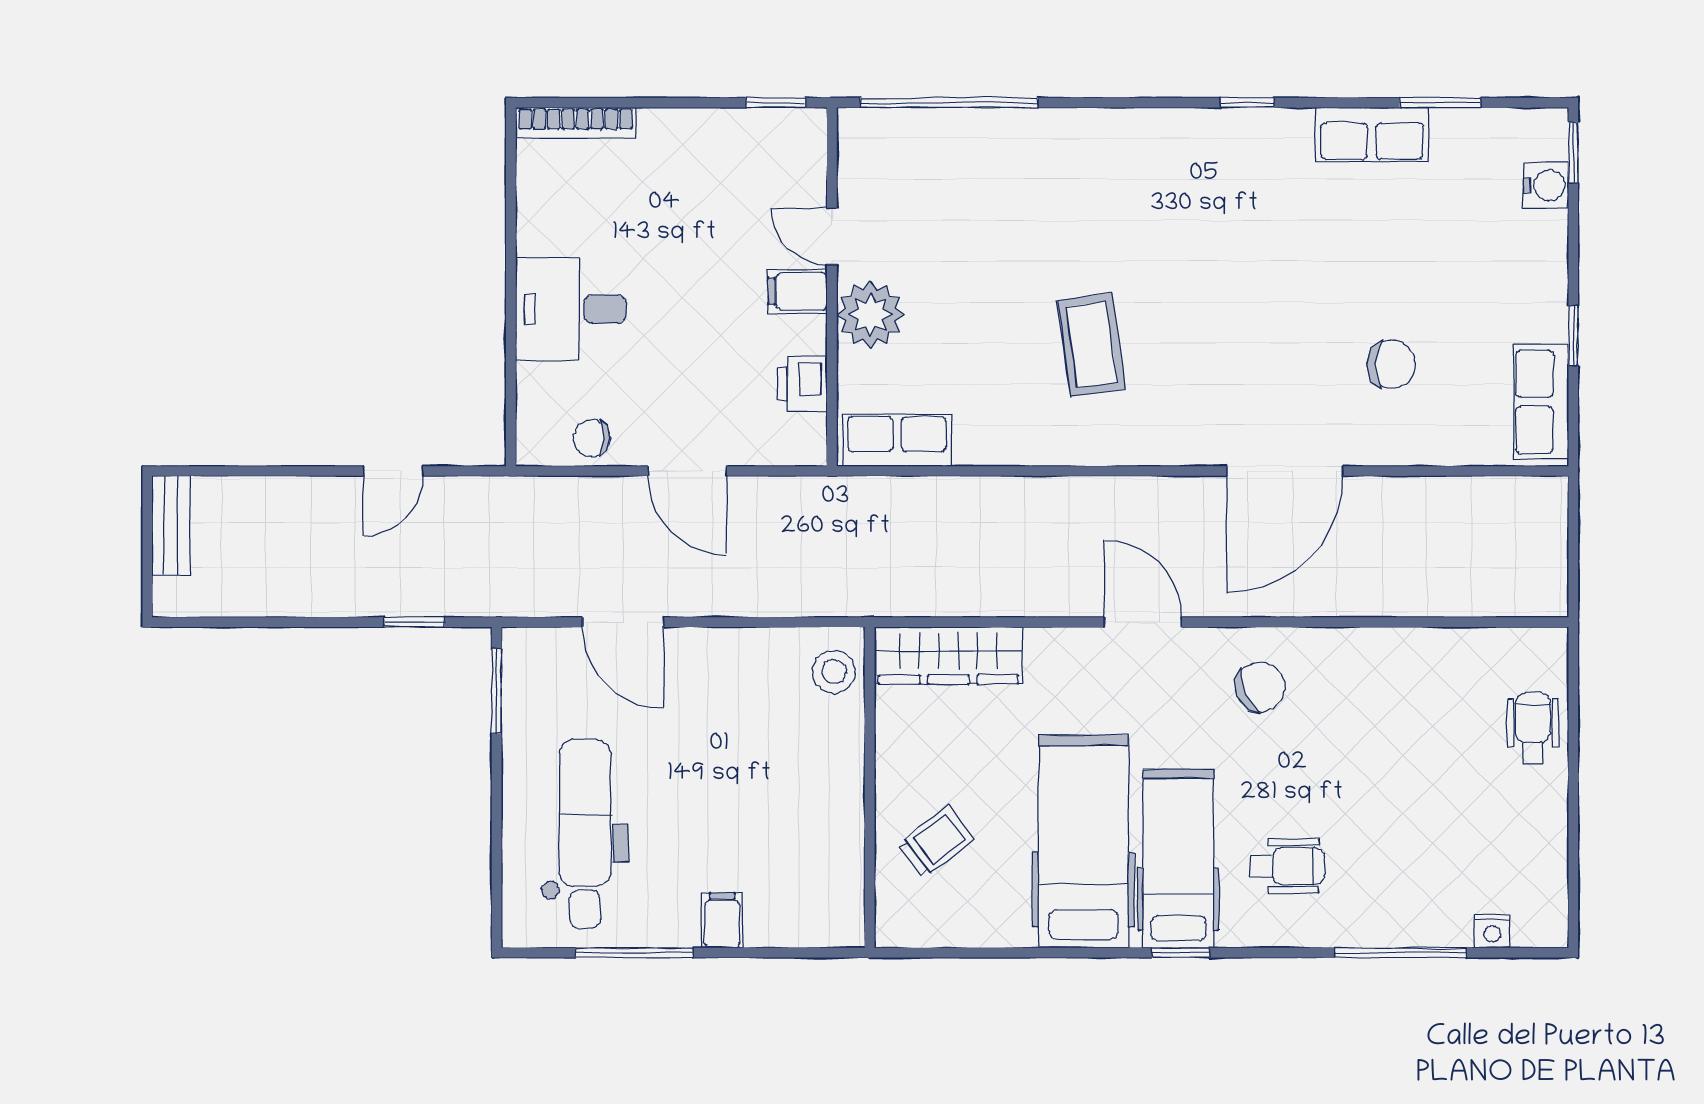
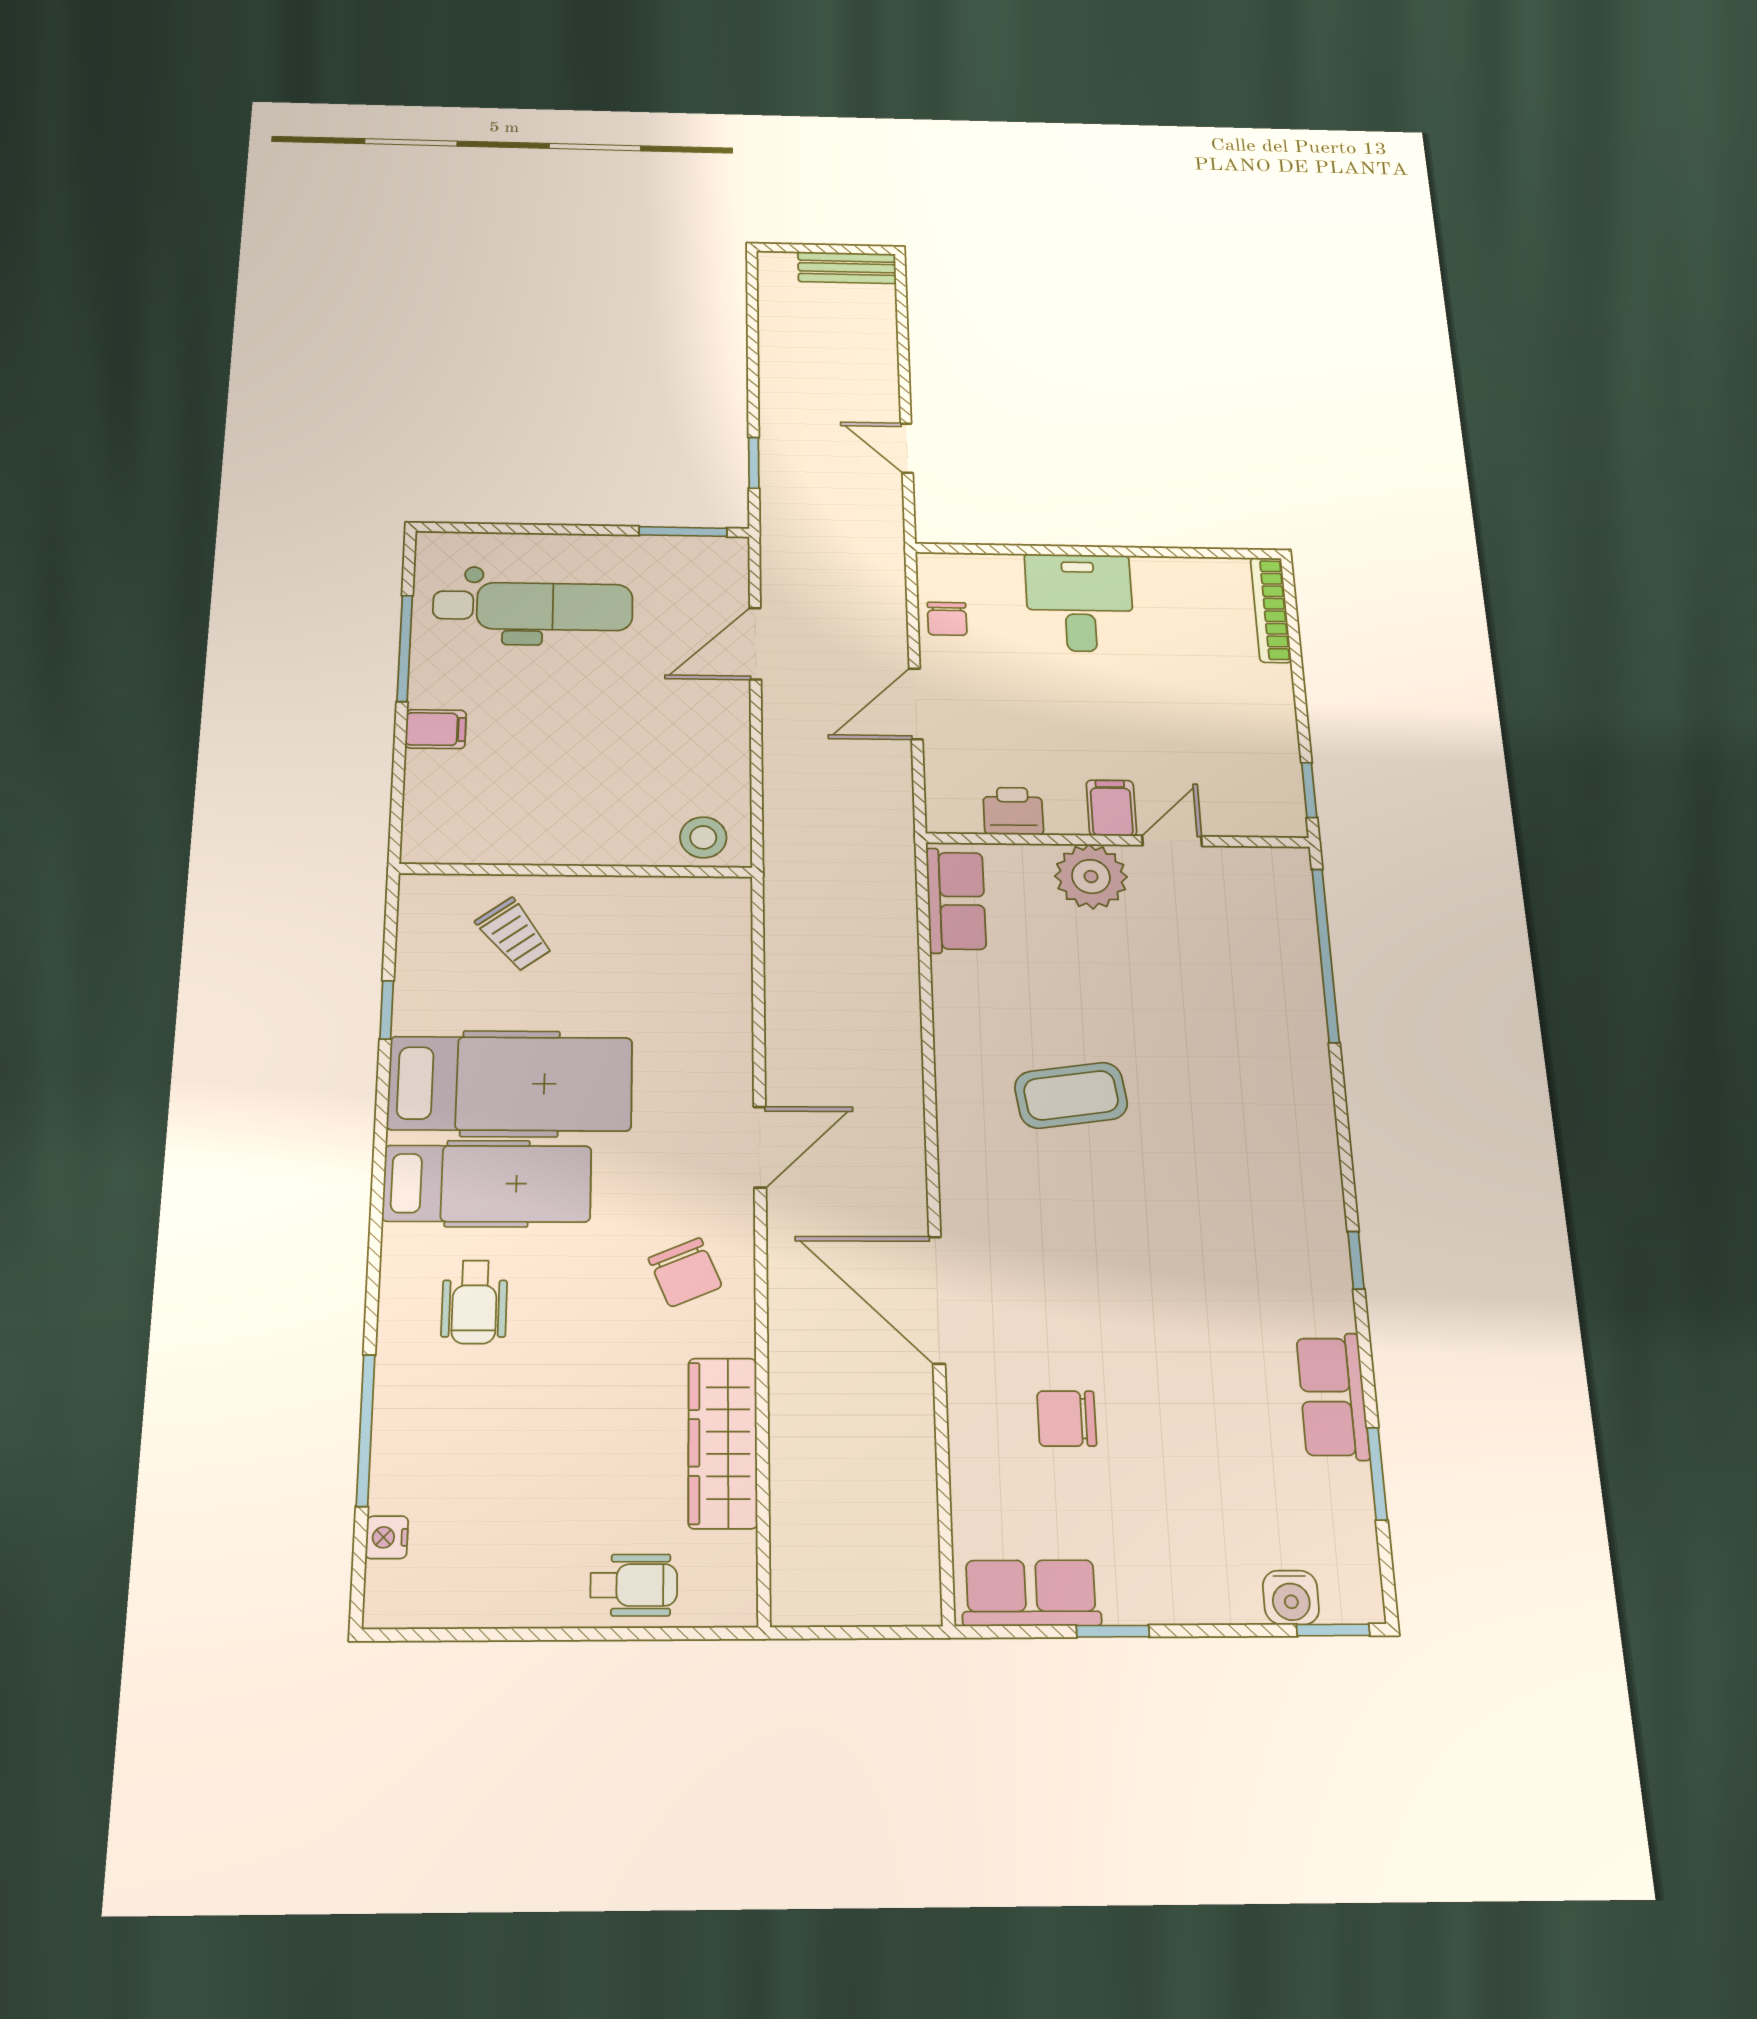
chair: (1391, 364) -> (1067, 1419), turned 90
chair: (592, 438) -> (947, 619), turned 180
wardrobe: (948, 655) -> (723, 1443), moved
window: (1181, 953) -> (387, 1010), moved

